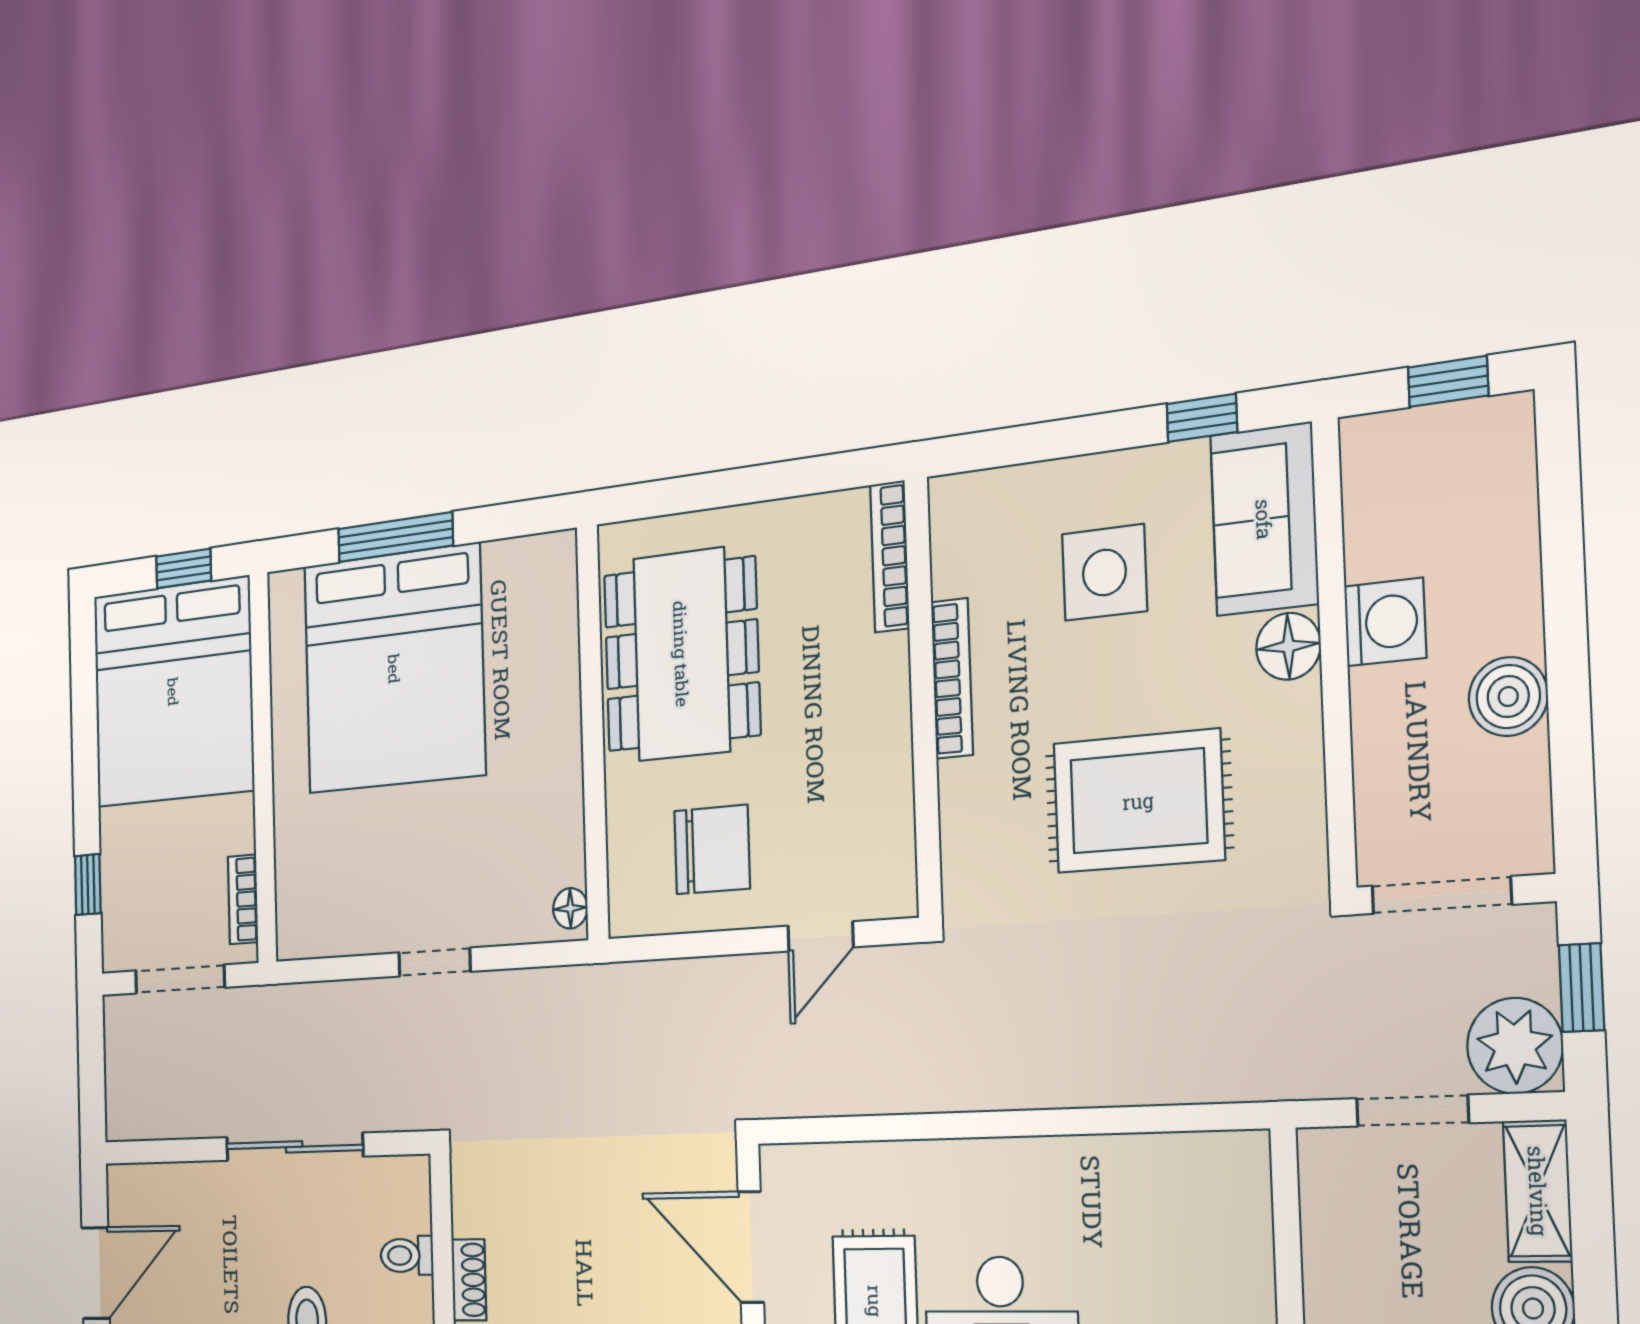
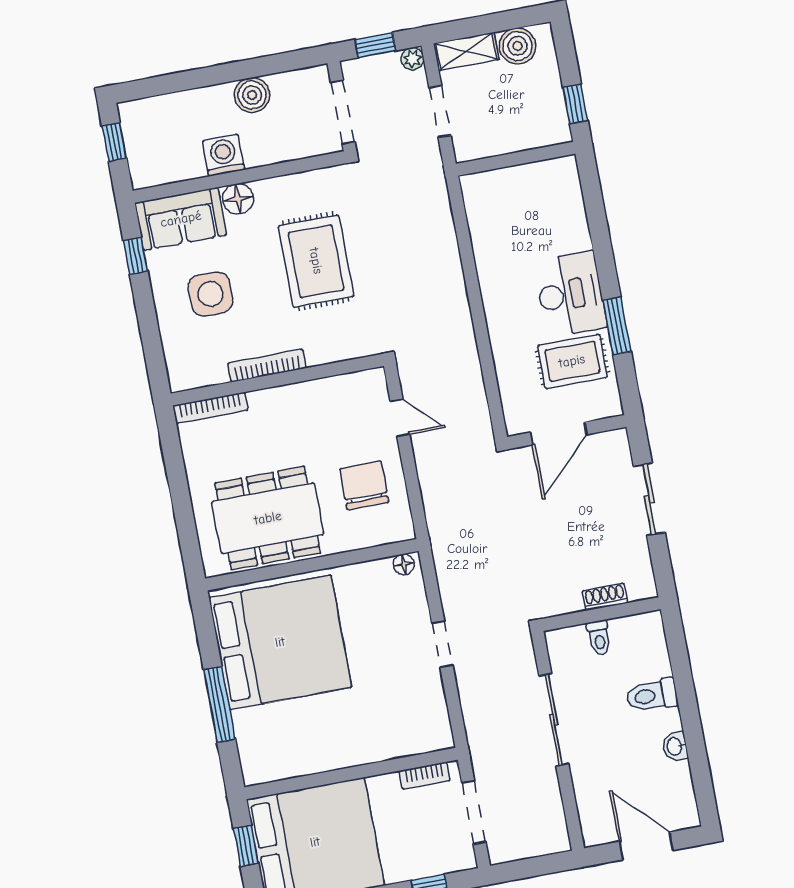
bed: (394, 669) -> (280, 642), moved
plant: (1515, 1046) -> (412, 59), width x0.53, depth x0.53

